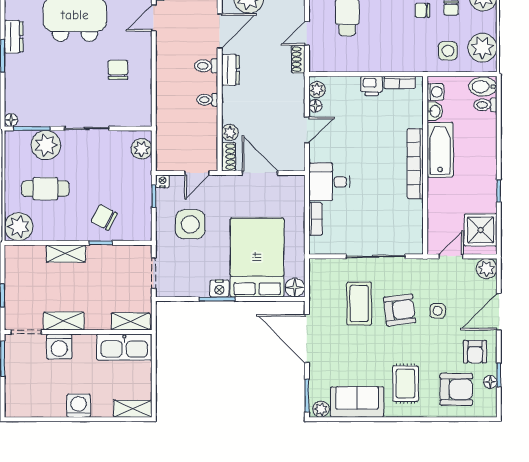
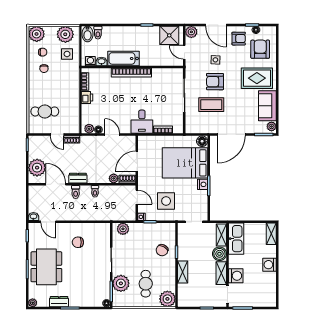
armchair: (400, 310) -> (215, 82), turned -83
boiler: (98, 318) -> (219, 254), added
rug: (406, 384) -> (257, 78), width x1.36, depth x1.43

